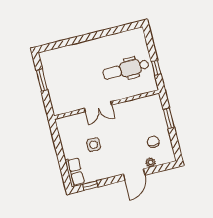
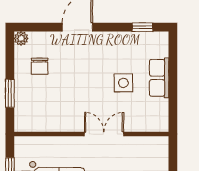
plant: (151, 162) -> (21, 38), moved
row of seats: (75, 172) -> (159, 78), moved

